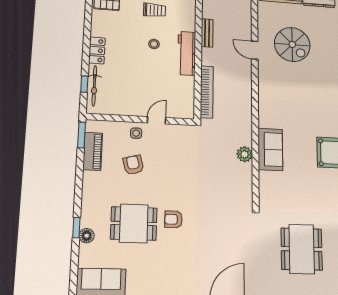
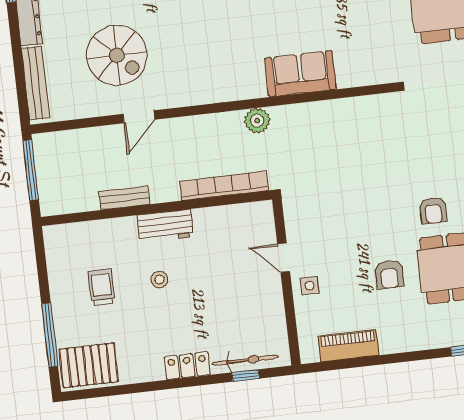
spiral stairs: (292, 44) -> (117, 55), turned 90
workbench: (187, 53) -> (165, 226), width x0.73
window: (82, 135) -> (326, 366), removed
plant: (245, 154) -> (257, 121), moved
armchair: (133, 165) -> (389, 274), moved, turned -76

